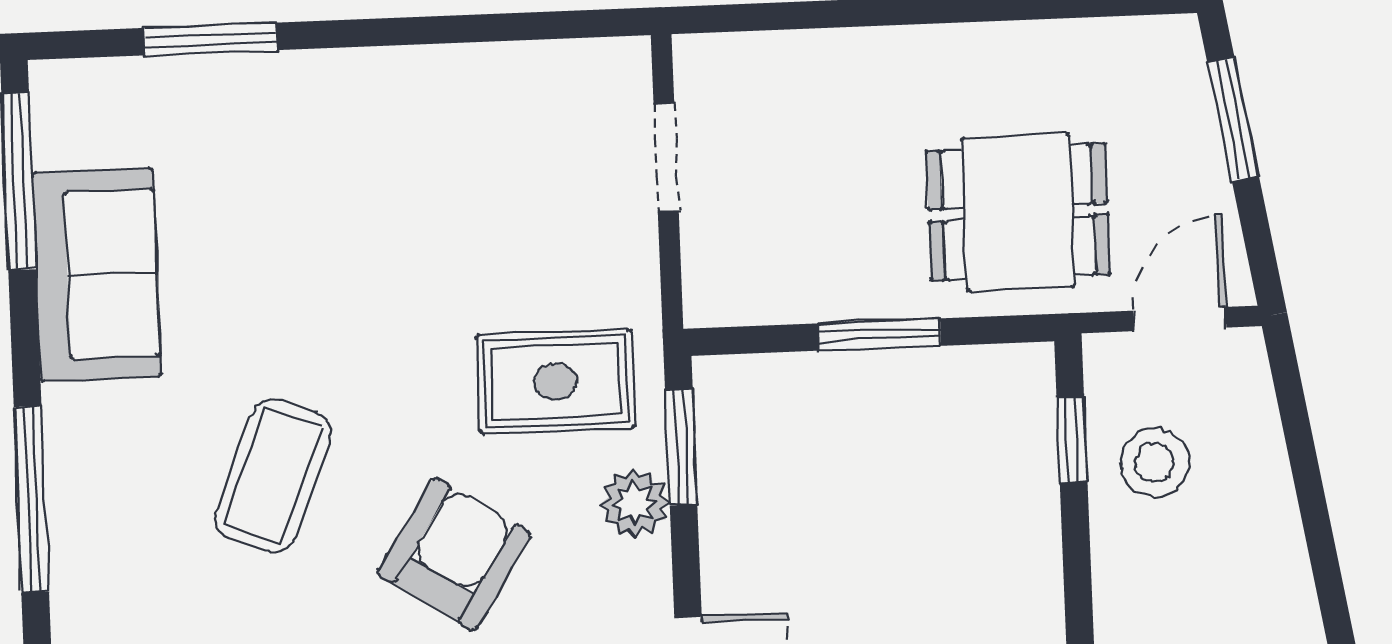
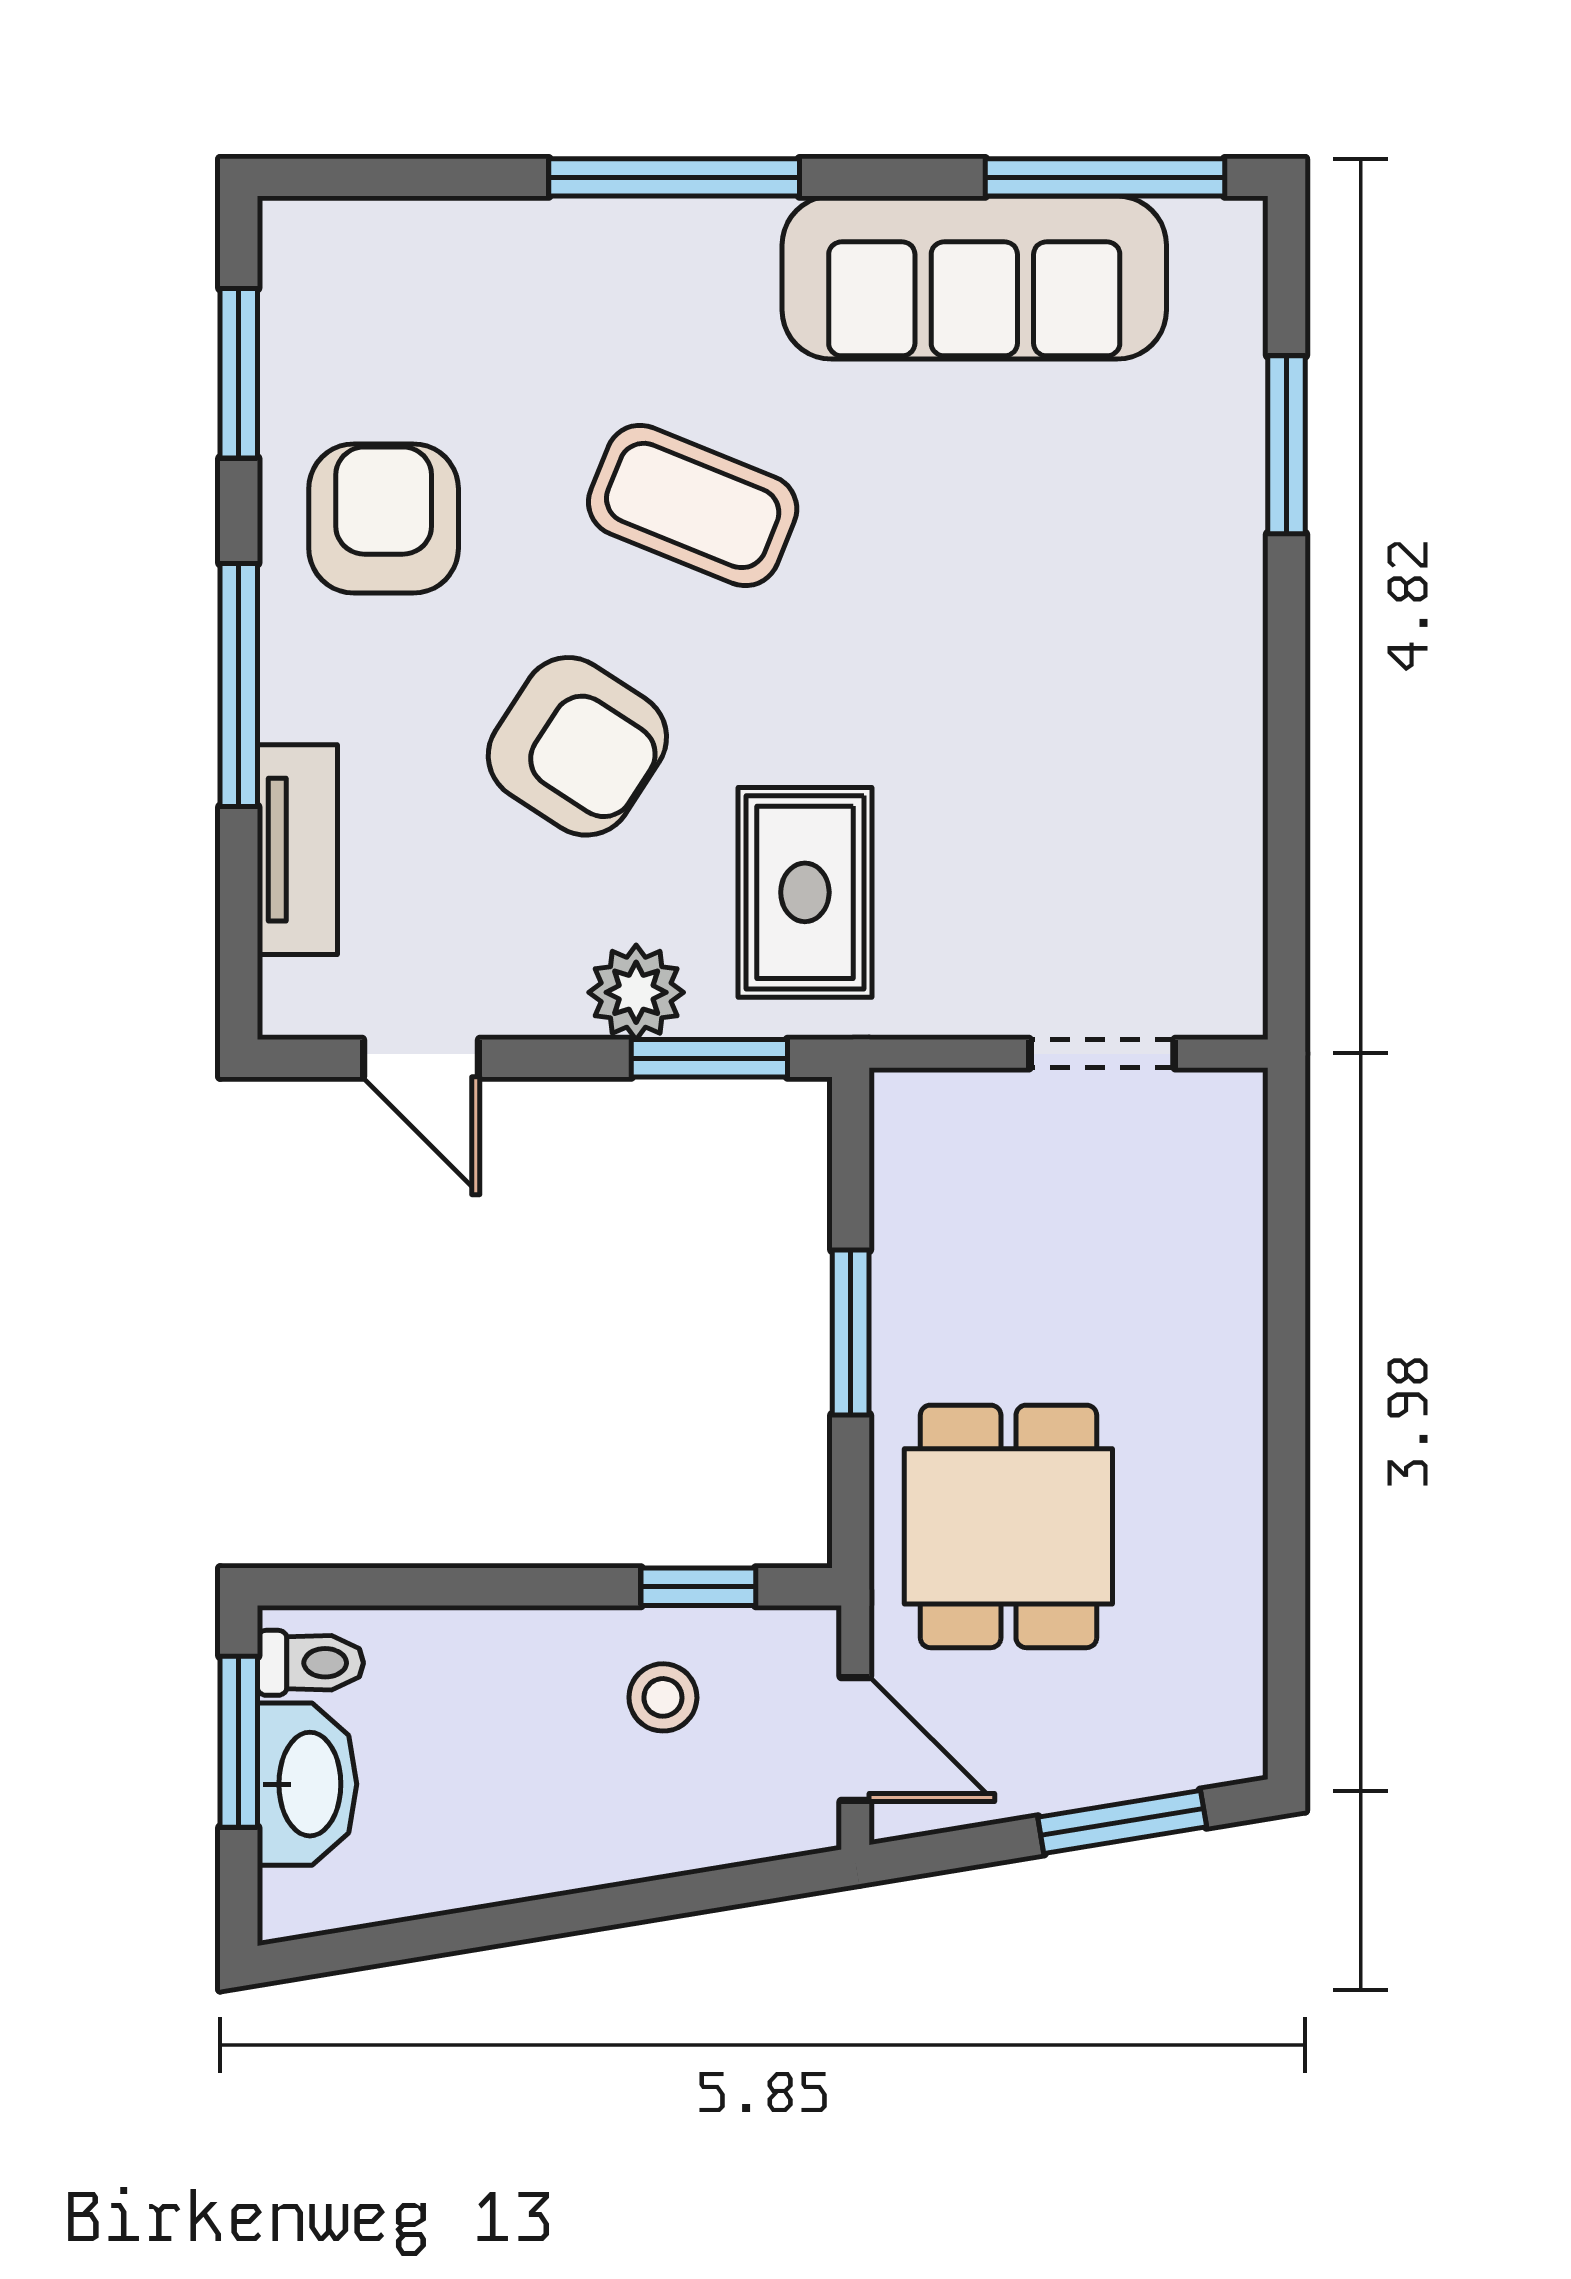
sofa: (97, 275) -> (974, 278), width x1.36
stool: (1155, 462) -> (663, 1697), width x0.73, depth x0.73

